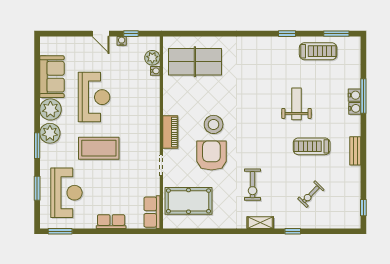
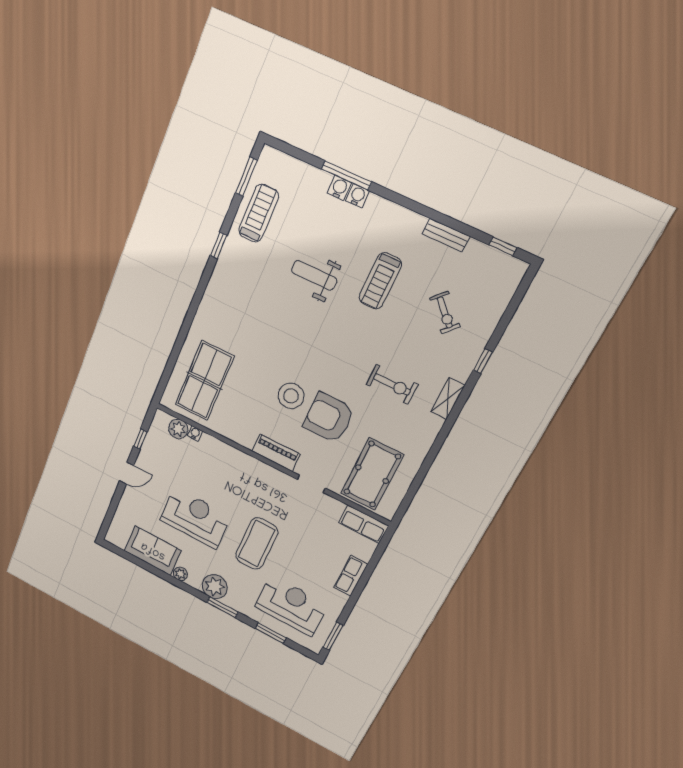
water cooler: (122, 41) -> (144, 454), removed
plant: (50, 109) -> (180, 574), width x0.53, depth x0.53
bench: (355, 151) -> (446, 235), moved

